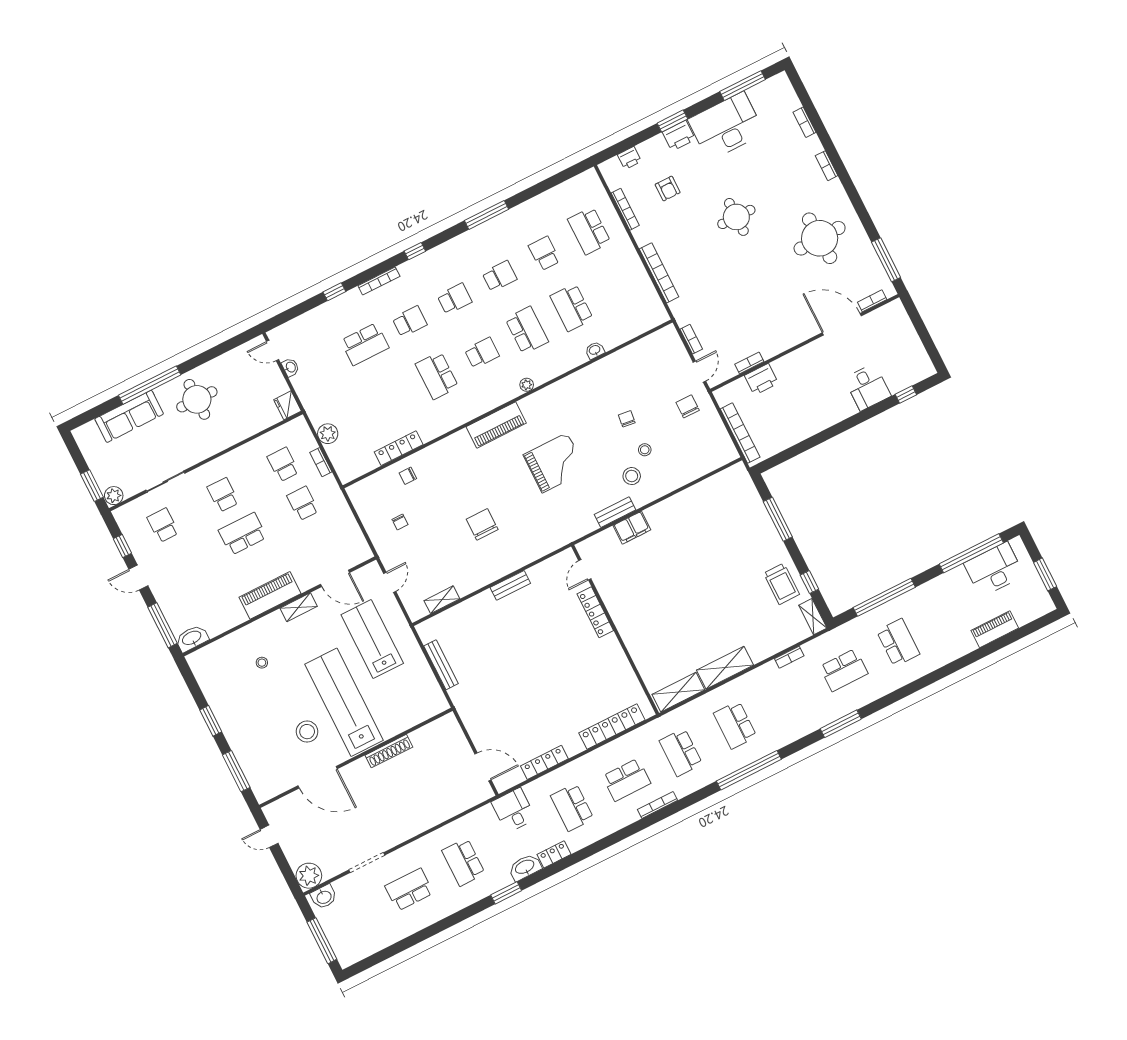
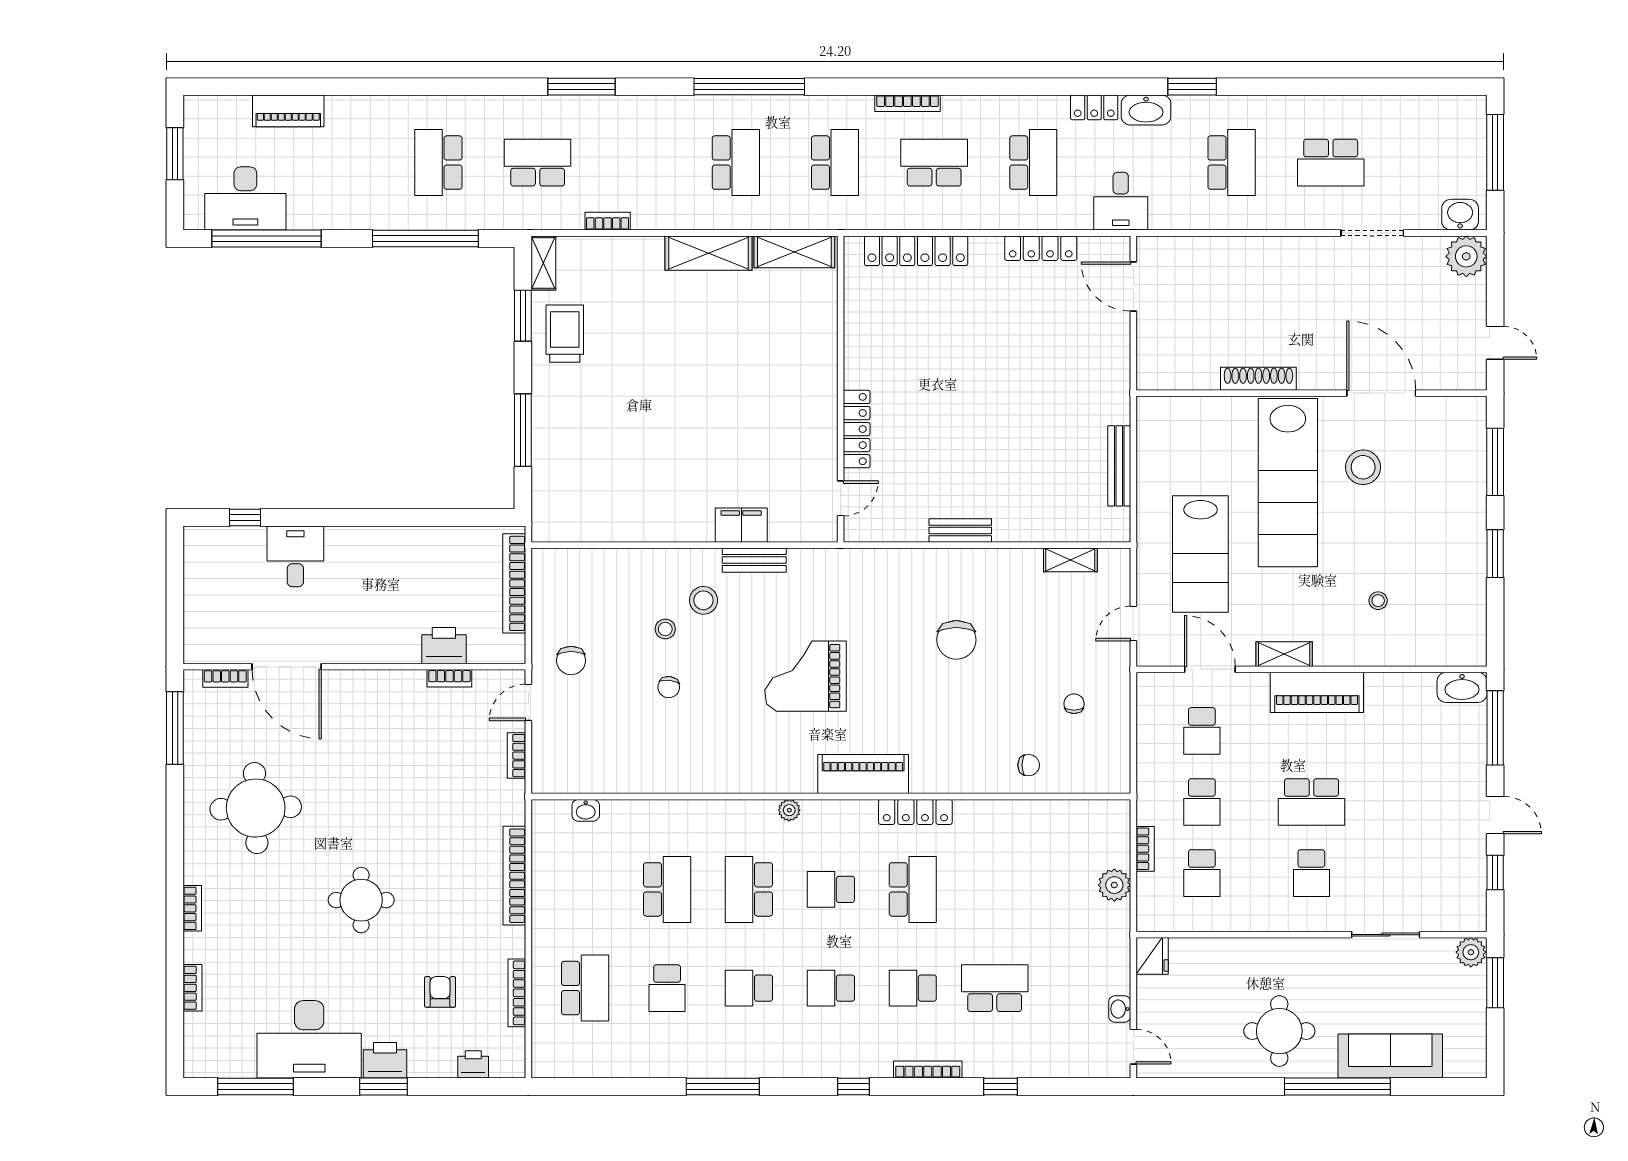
washbasin: (595, 350) -> (586, 810), moved
locker: (399, 448) -> (915, 812), moved
school desk: (163, 525) -> (1202, 731), moved
window: (809, 582) -> (523, 316), width x1.50

